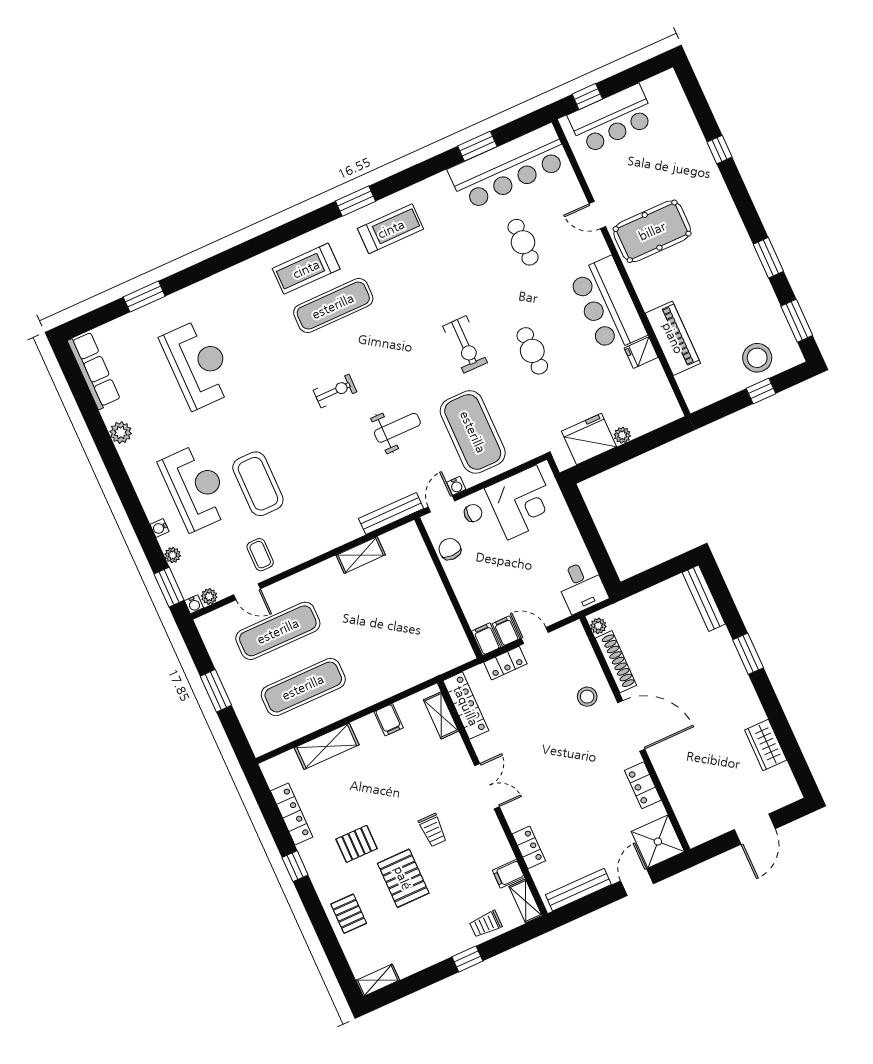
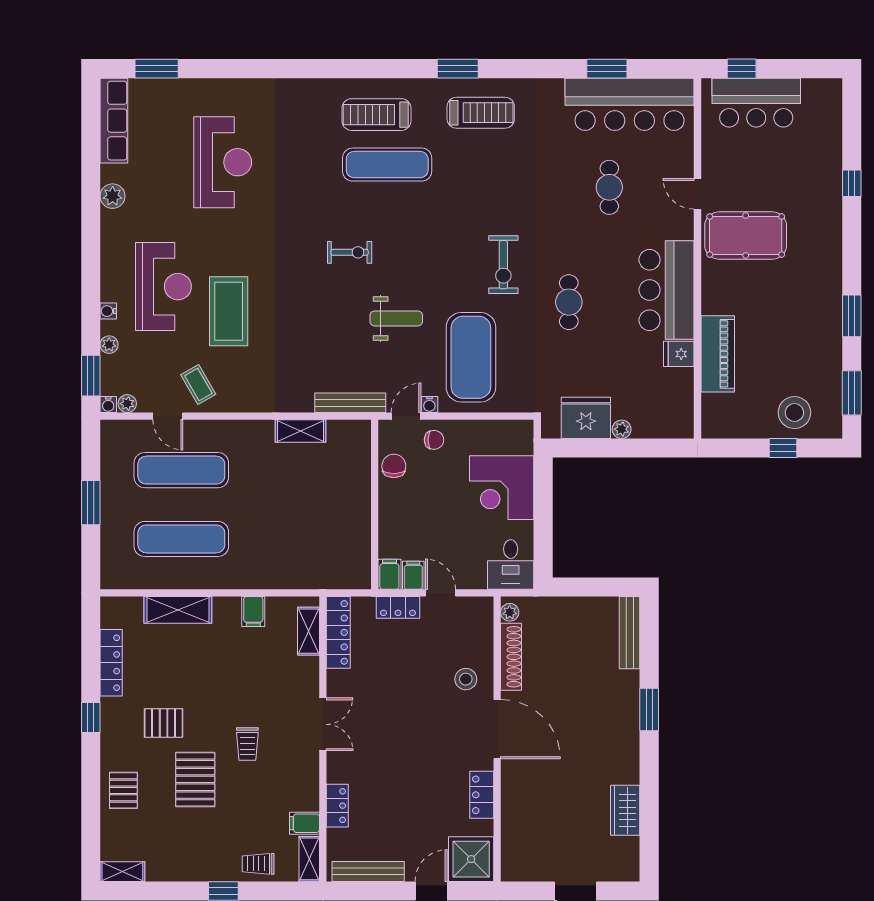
window: (144, 297) -> (157, 69), moved
corner desk: (522, 502) -> (502, 488), moved, turned 90
coffee table: (260, 555) -> (198, 384), turned -30

